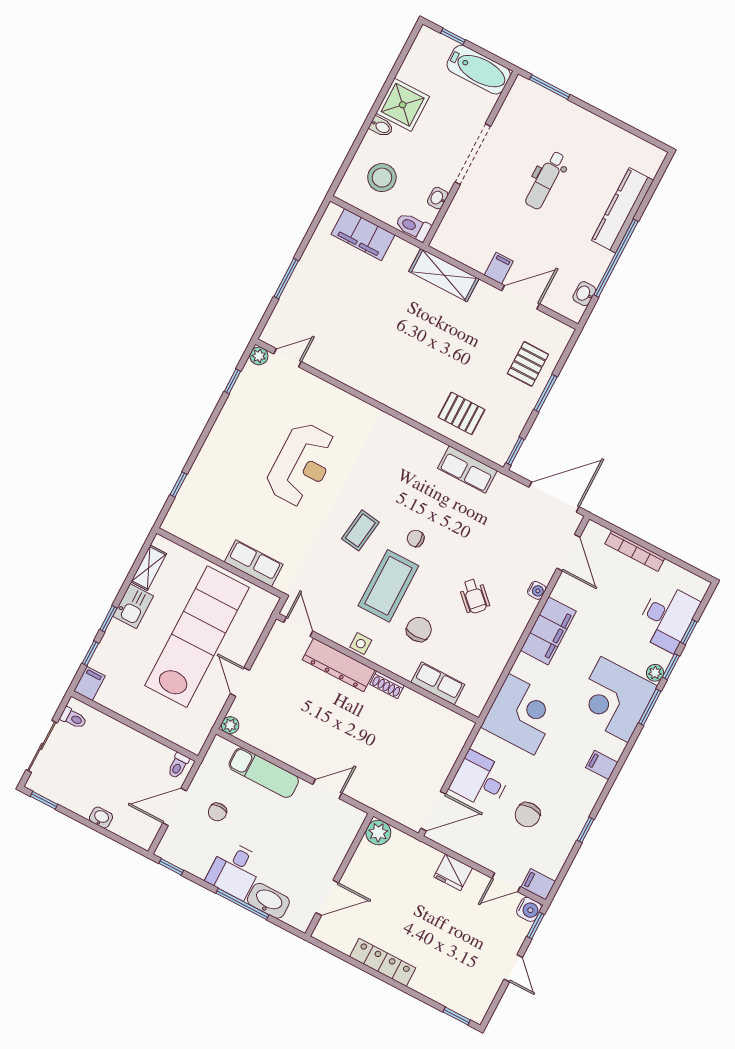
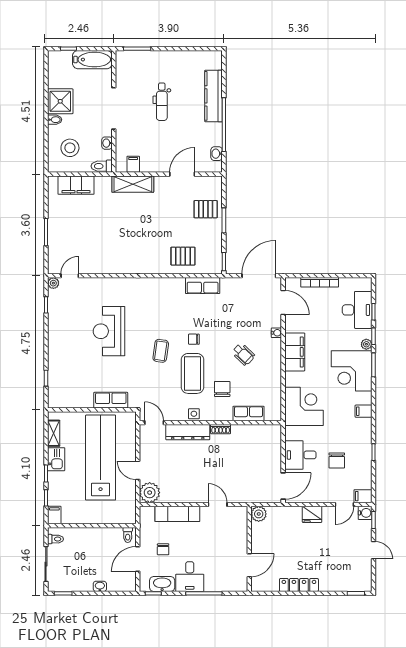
filing cabinet: (499, 268) -> (133, 164), moved
pallet: (528, 364) -> (206, 209), turned 90
reception desk: (302, 465) -> (109, 331), turned 180
plant: (230, 725) -> (150, 493), width x1.88, depth x1.88
door: (327, 789) -> (218, 504), hinge flipped
washbasin: (268, 901) -> (162, 584), moved

